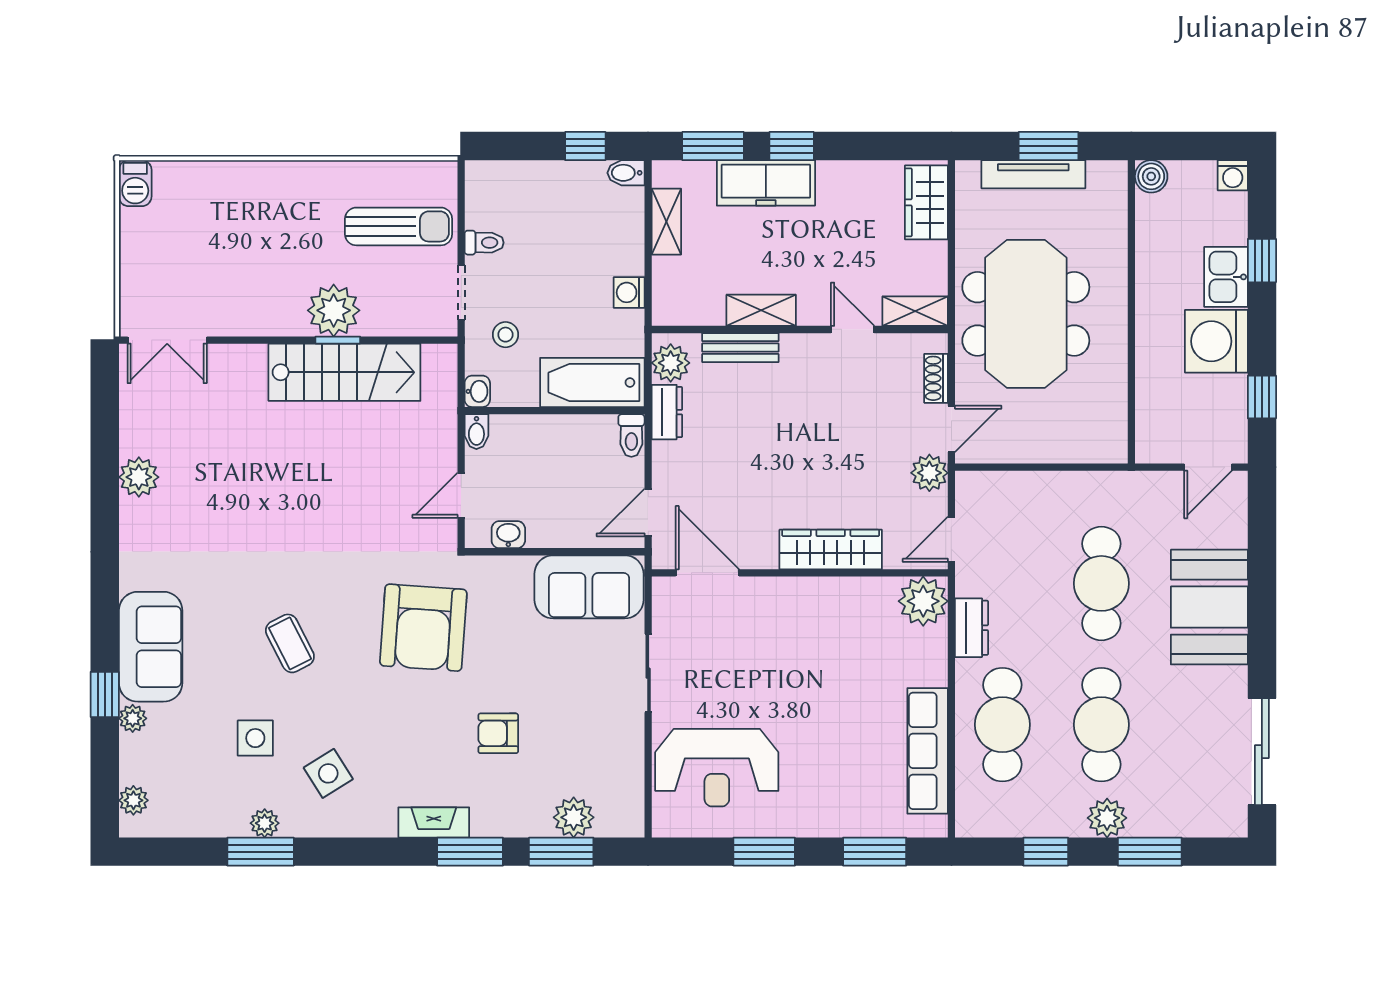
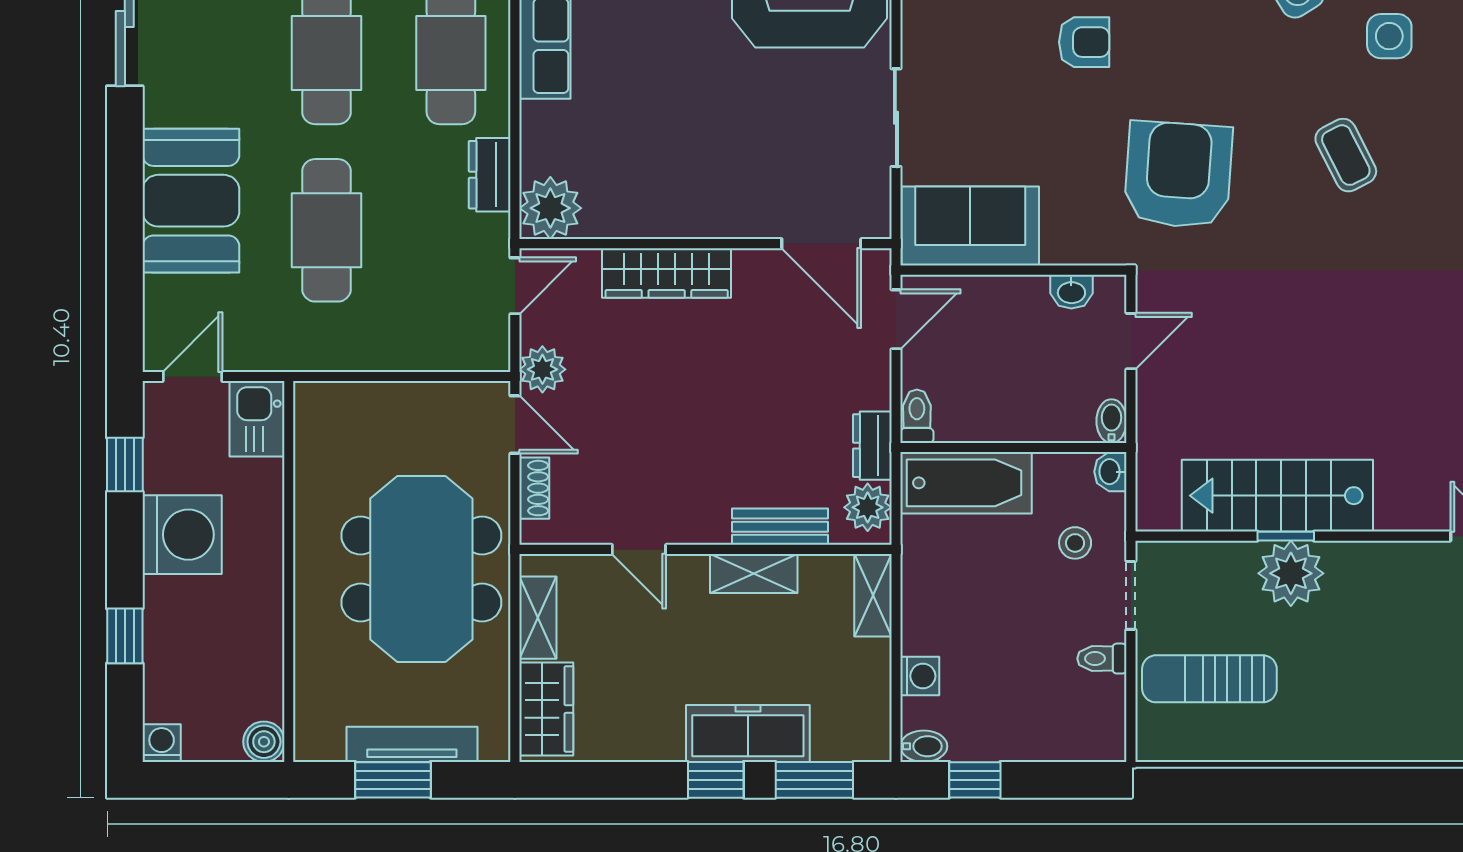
shelving: (666, 222) -> (873, 595), moved
kitchen sink: (1226, 277) -> (257, 419), moved, turned 180
washing machine: (629, 292) -> (920, 676), moved
shelving: (915, 311) -> (538, 618), moved, turned 90
door: (951, 429) -> (515, 425), swing flipped

